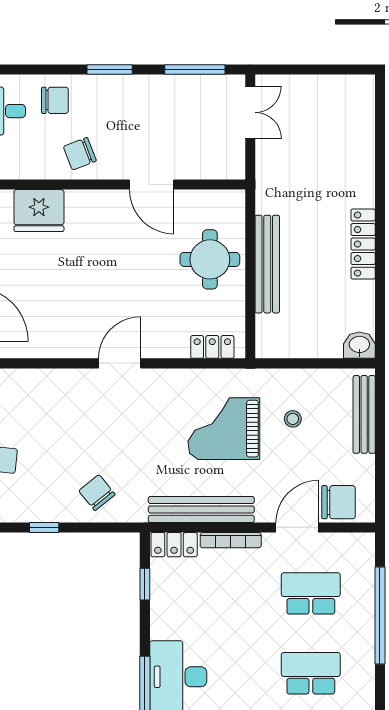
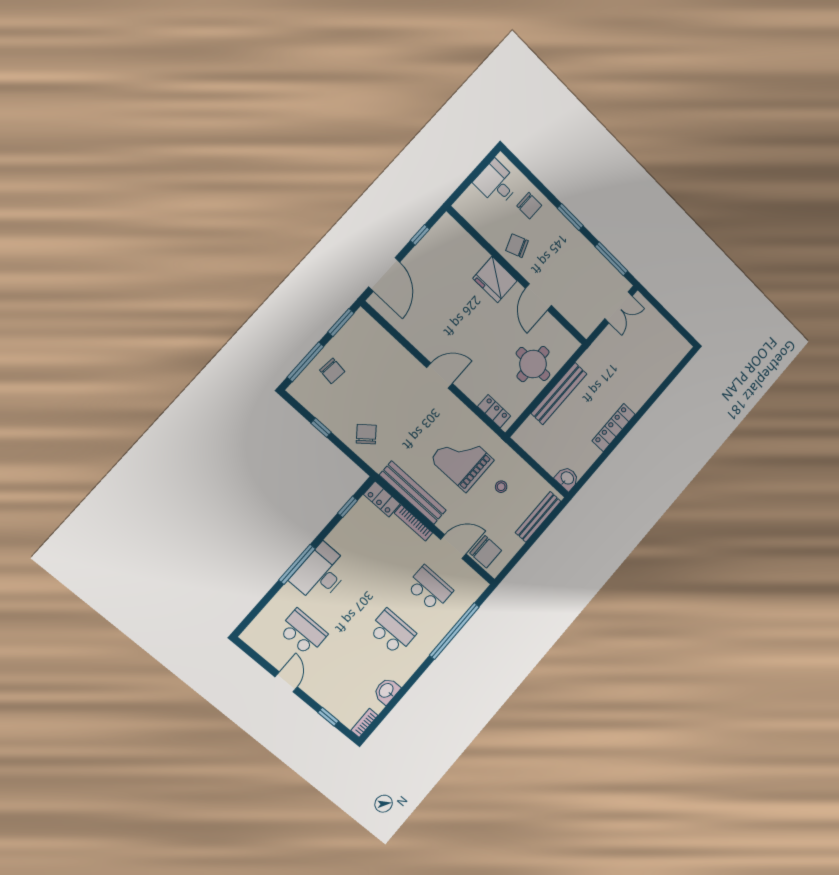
fridge: (39, 211) -> (495, 280), moved

